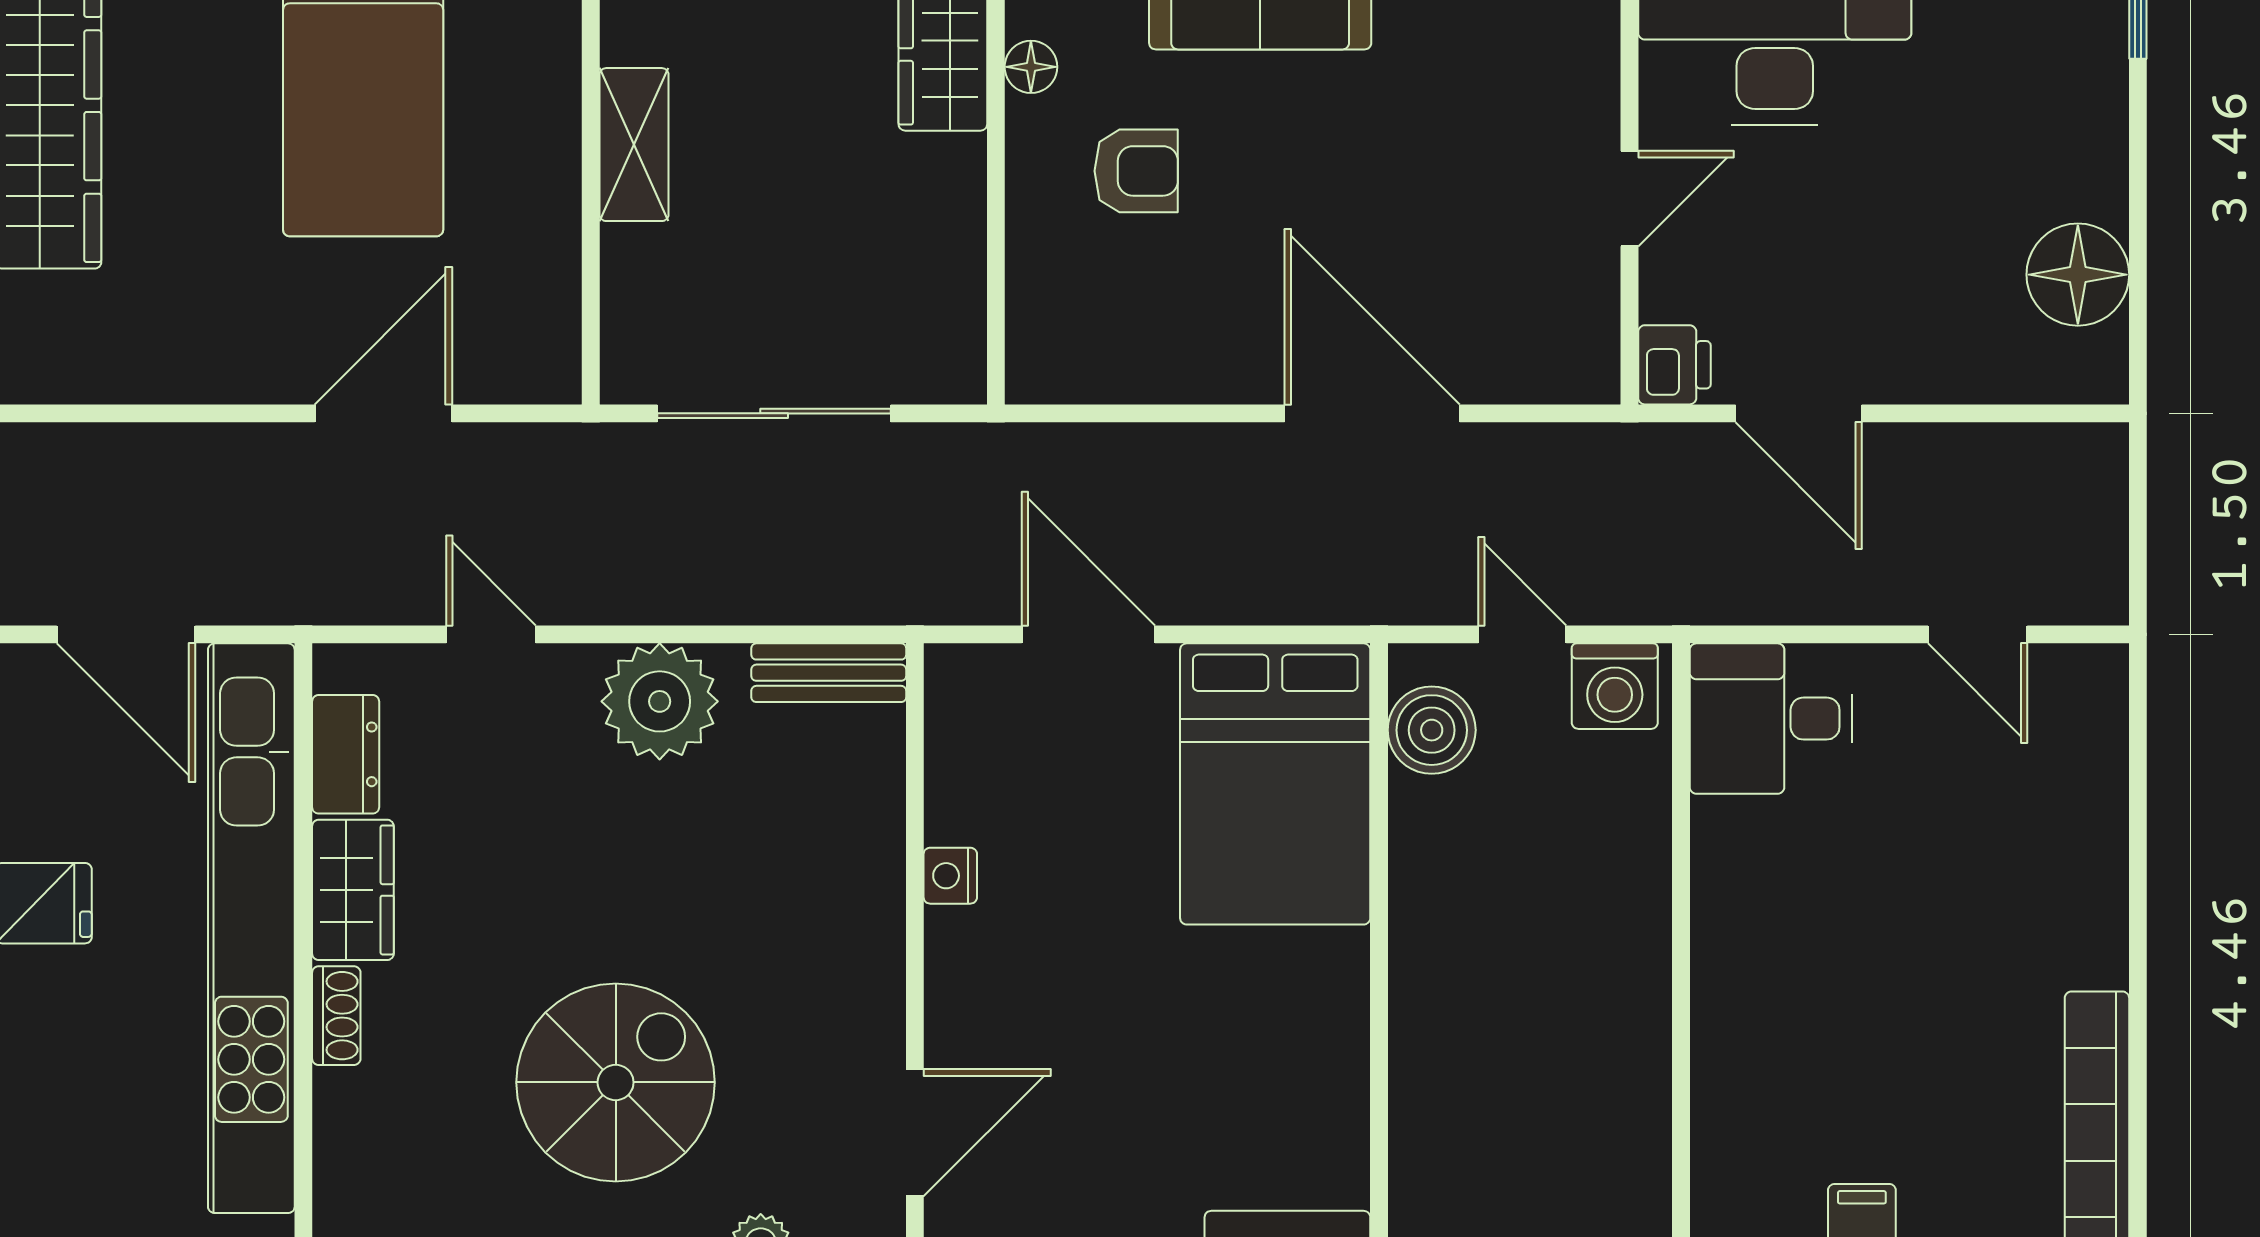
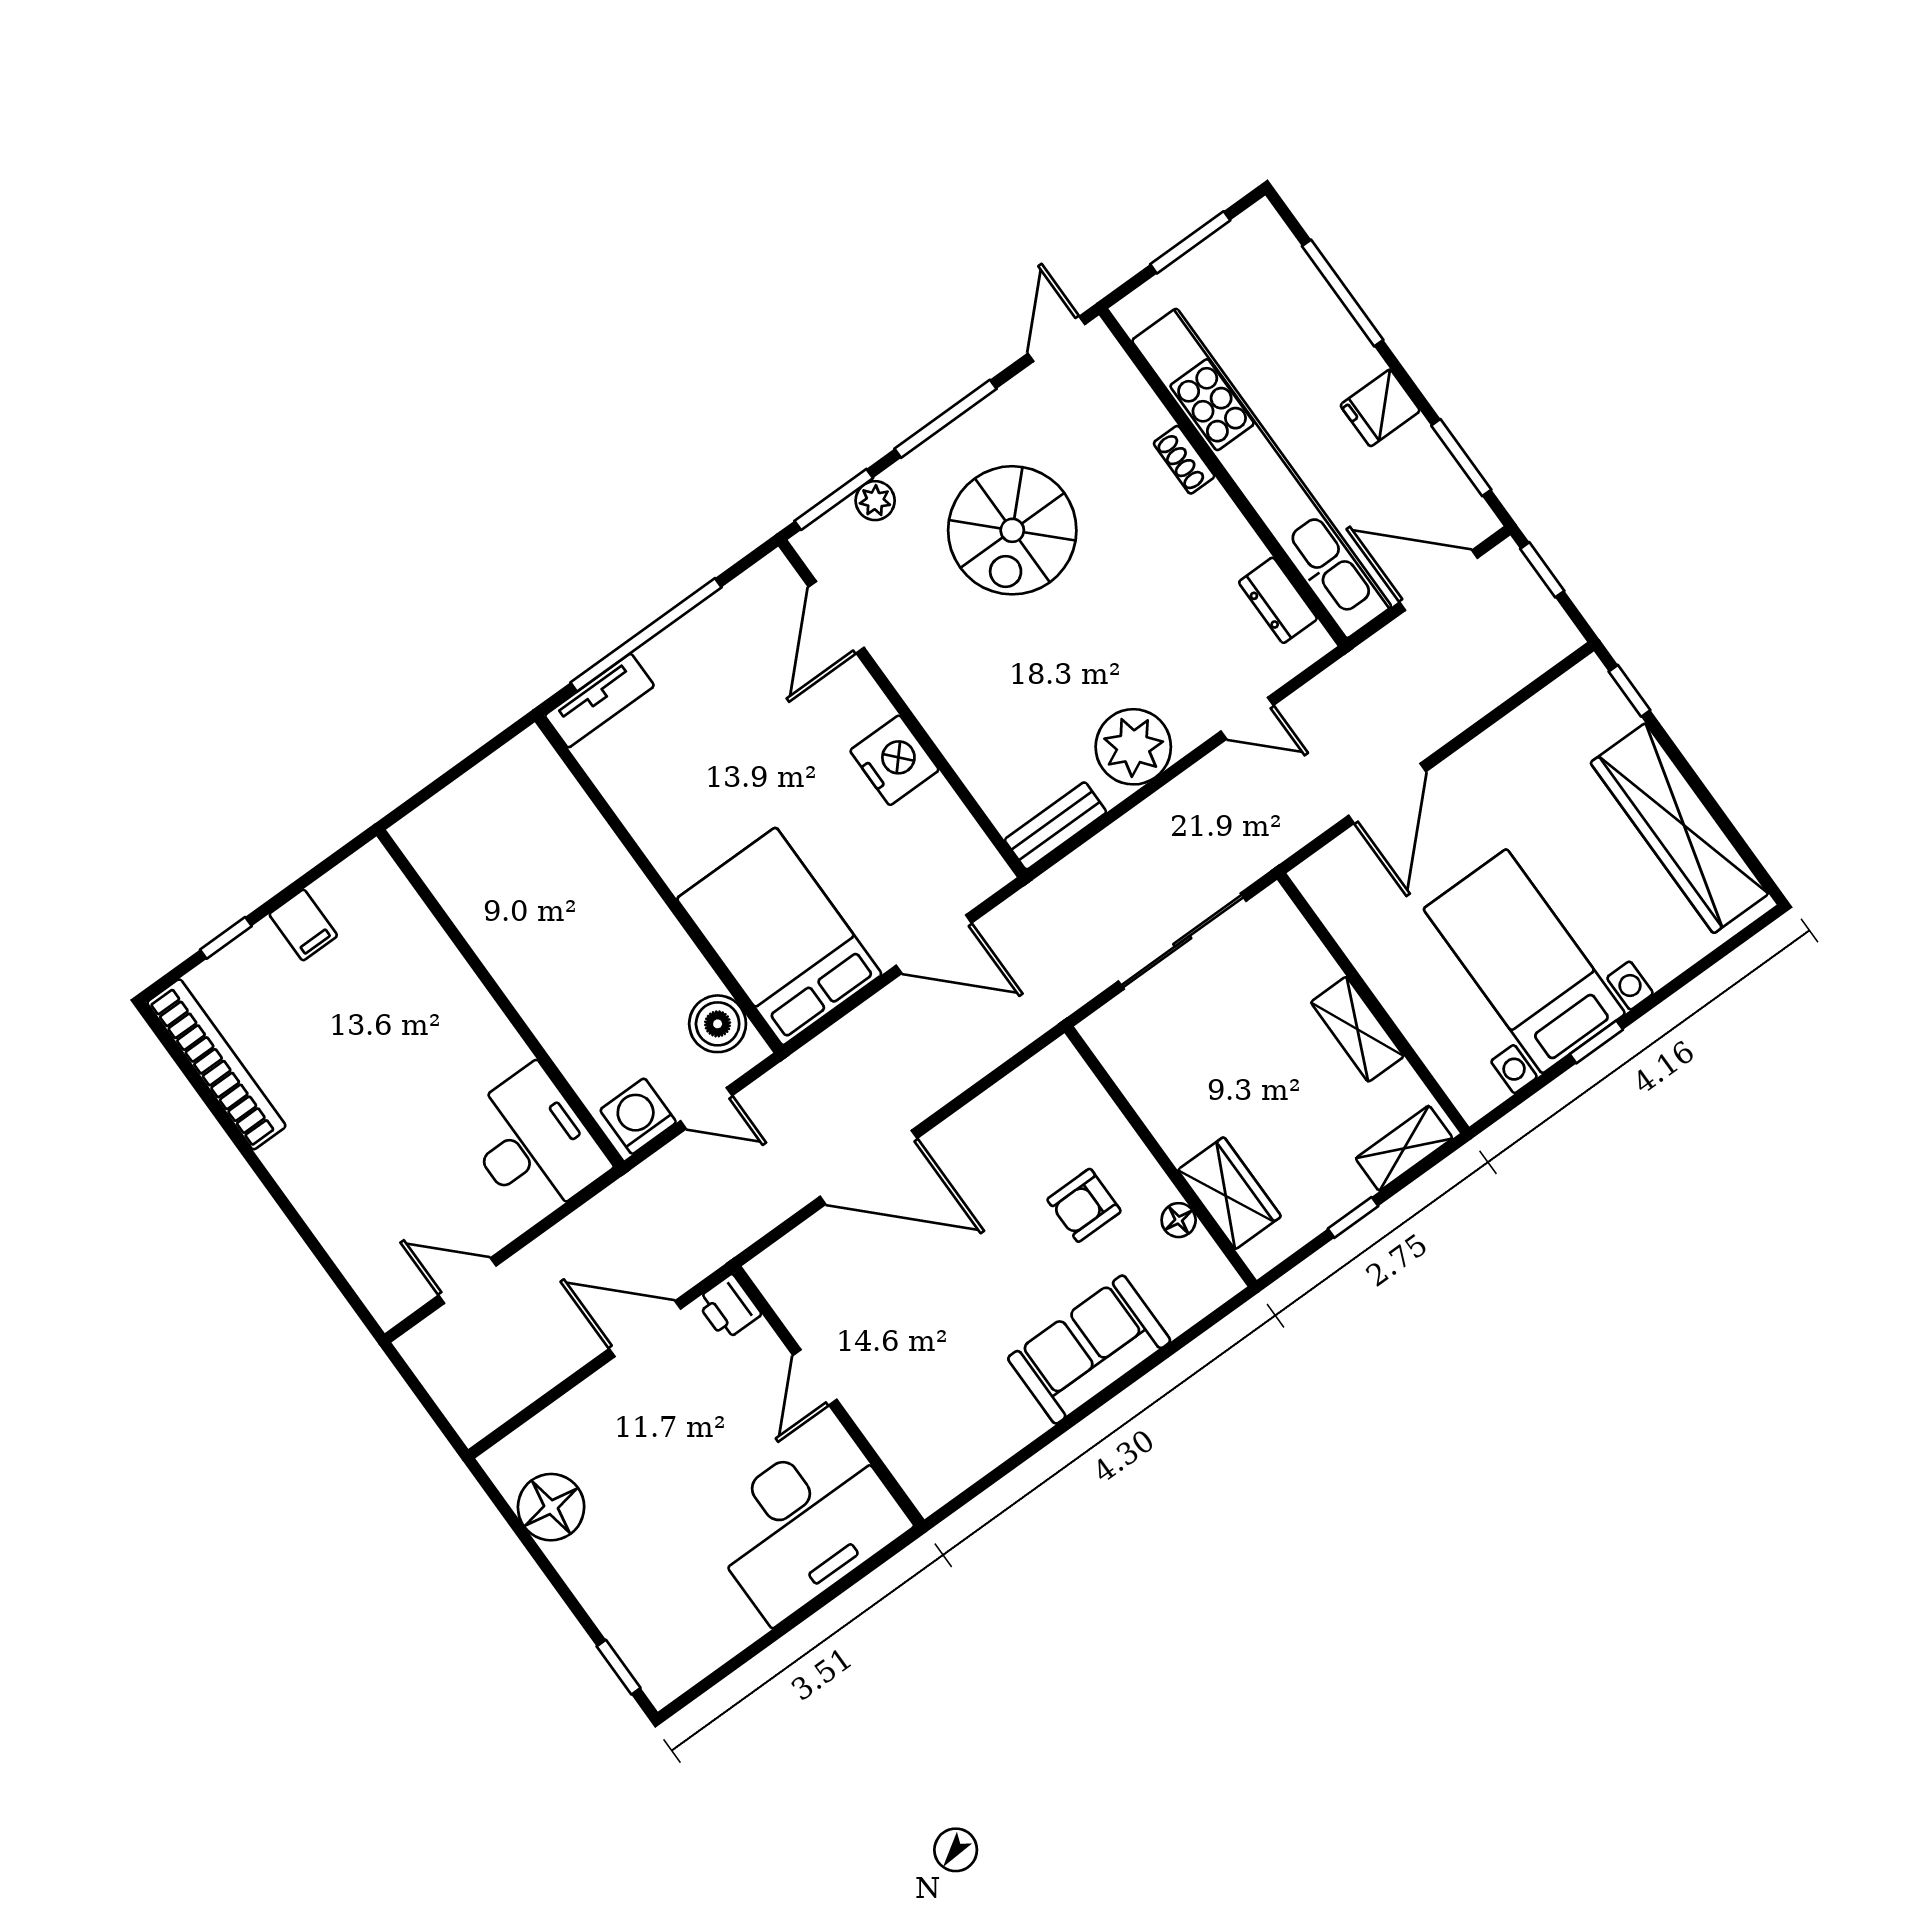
desk: (1771, 719) -> (533, 1144), width x1.37
nightstand: (950, 876) -> (894, 760), width x1.89, depth x1.79
wardrobe: (353, 890) -> (1223, 532), removed

